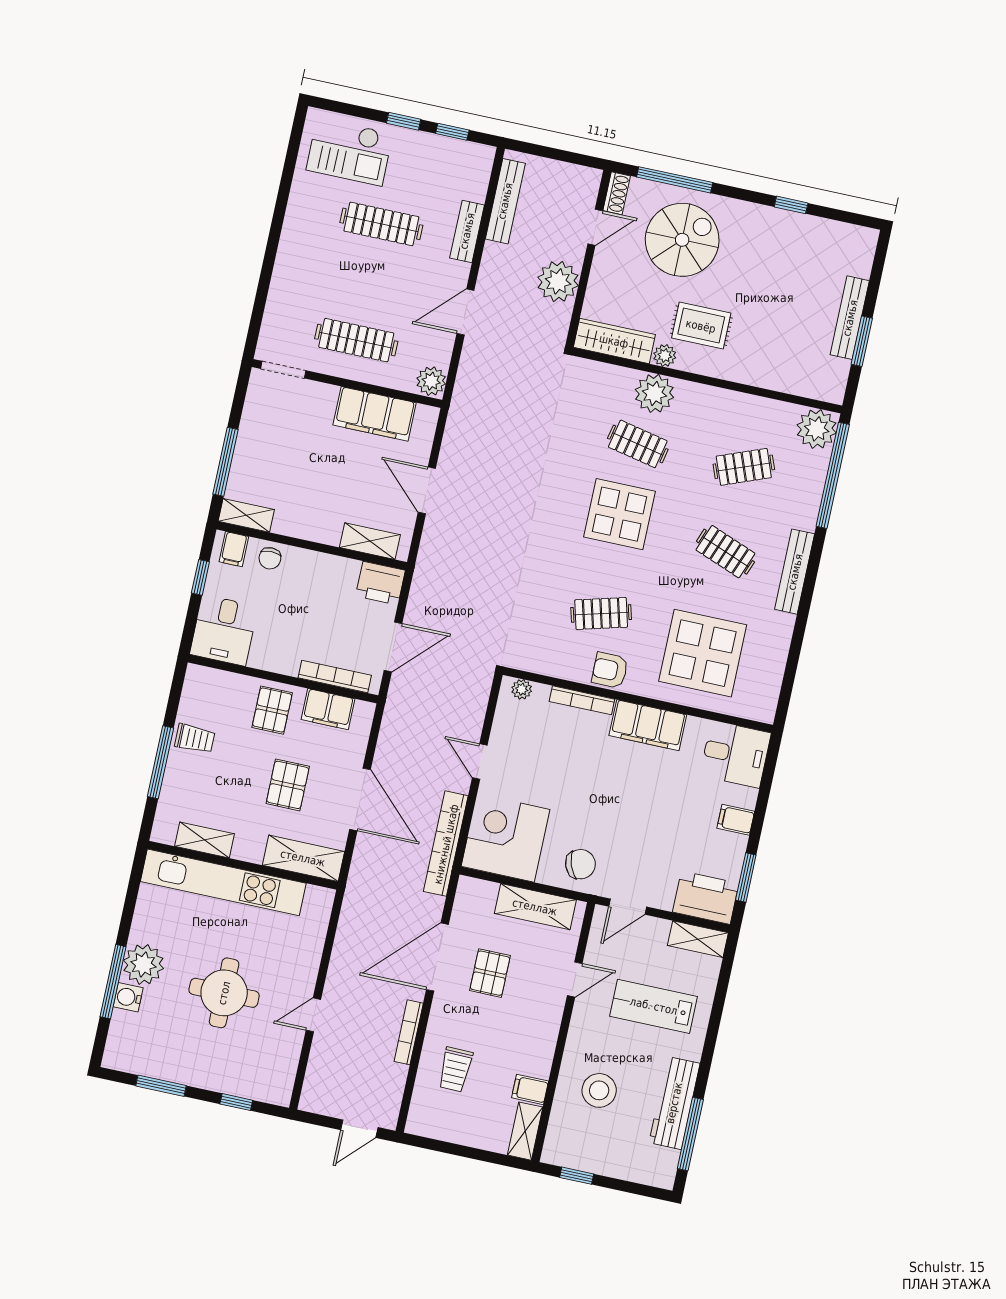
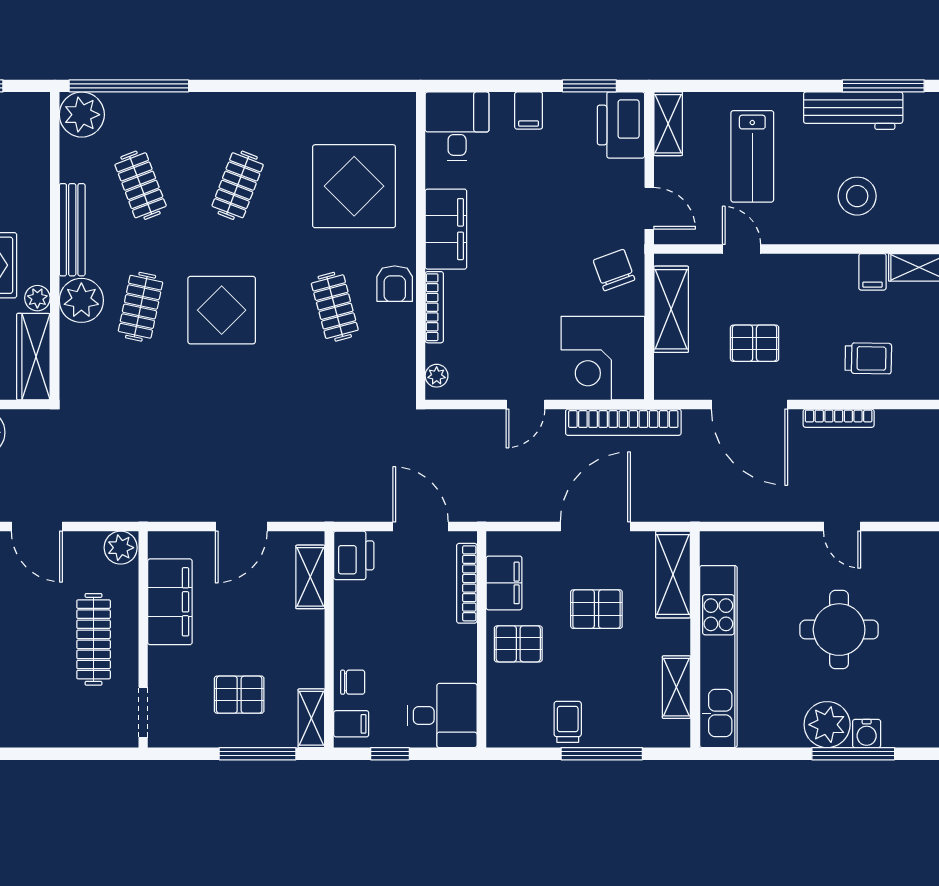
pallet: (280, 457) -> (239, 695), added
bench: (795, 572) -> (72, 230), moved, turned 90

